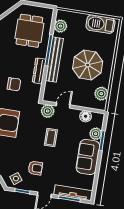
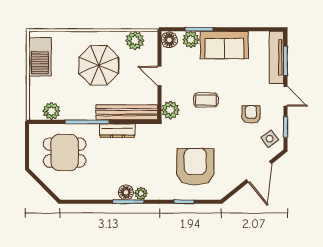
bench: (54, 60) -> (127, 112), moved
chair: (14, 84) -> (141, 162), removed
door: (63, 105) -> (159, 76), moved
floor lamp: (86, 116) -> (169, 40), moved

